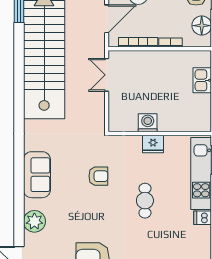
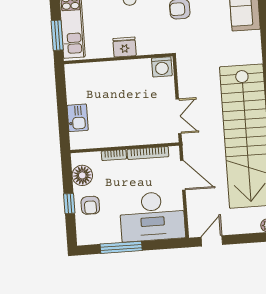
door: (107, 19) -> (183, 175), swing flipped
washing machine: (148, 123) -> (162, 67), moved

